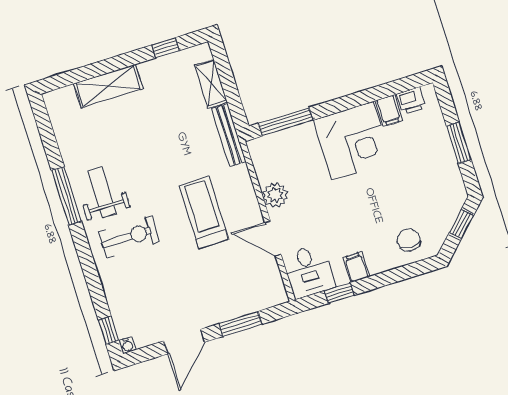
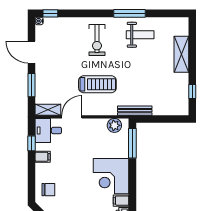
shelving: (211, 84) -> (48, 110), moved
weight bench: (102, 192) -> (140, 35), moved
plant: (275, 195) -> (114, 125), moved

